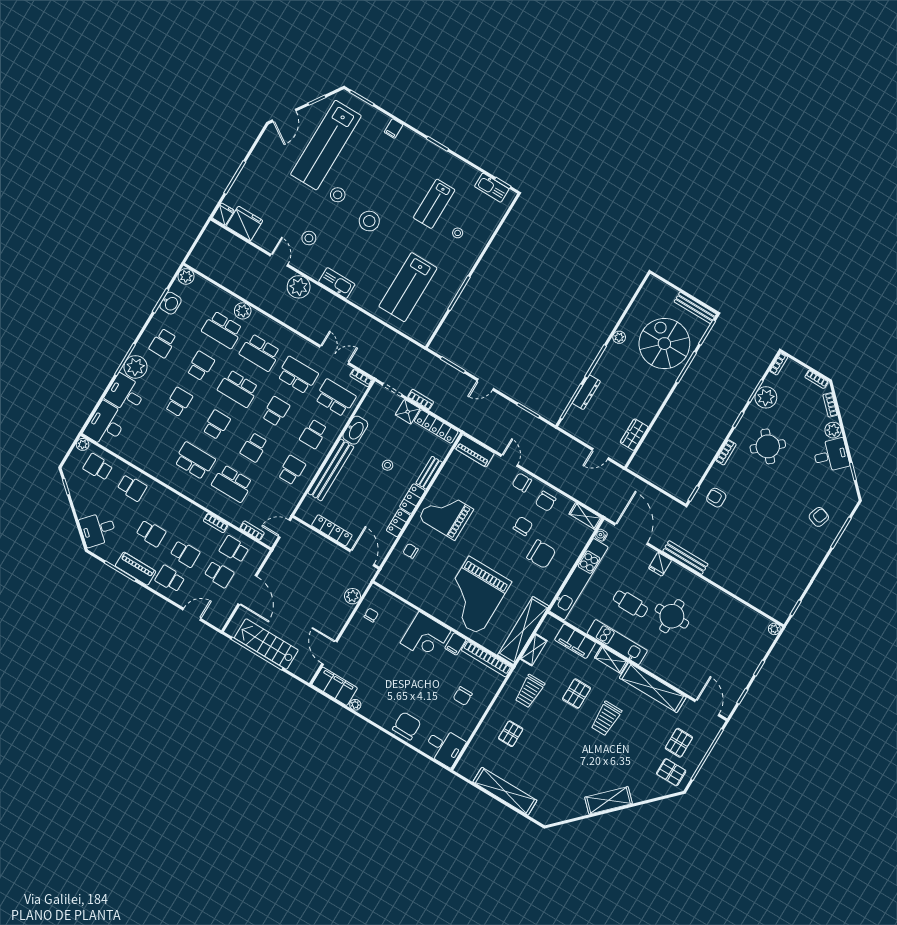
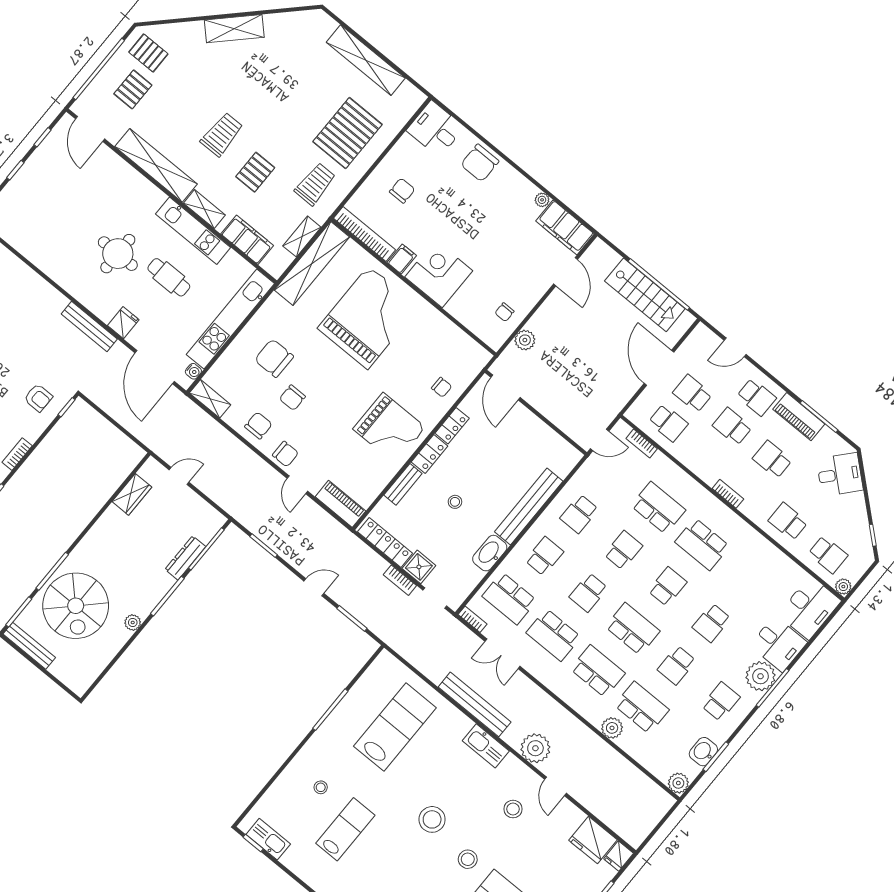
bench: (350, 313) -> (475, 704), added
school desk: (216, 425) -> (667, 587), turned 180
bookcase: (216, 523) -> (728, 494), moved
locker: (332, 530) -> (539, 429), removed
pallet: (511, 734) -> (348, 133), width x2.05, depth x2.00

